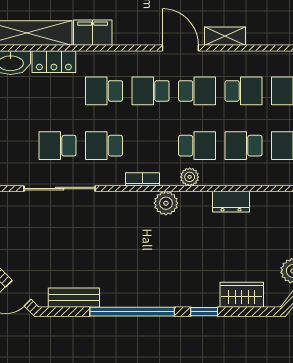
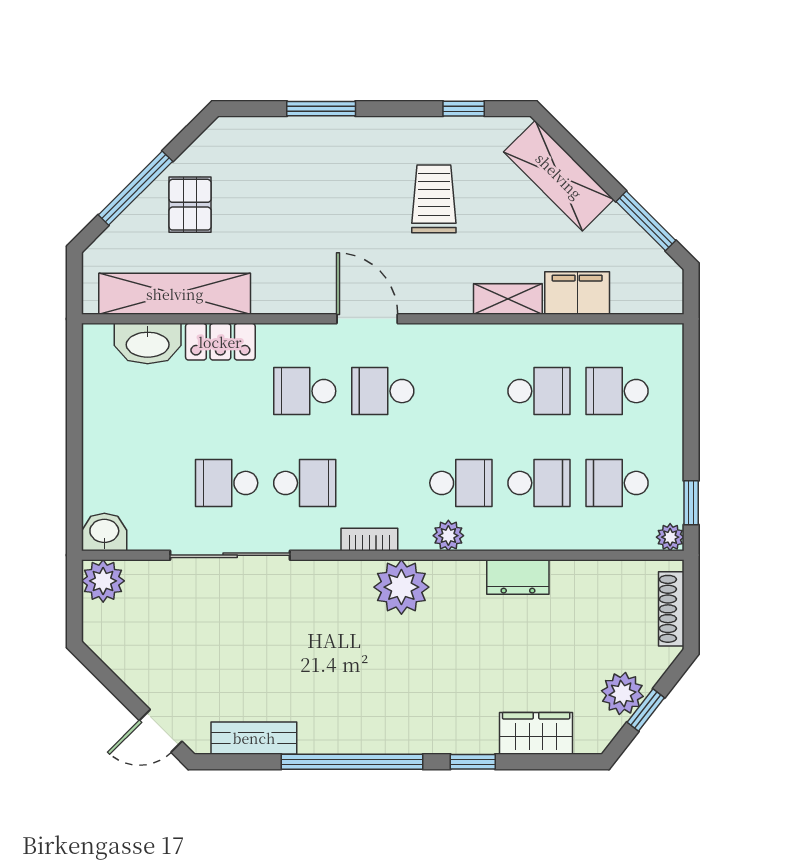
filing cabinet: (93, 33) -> (577, 293), moved
door: (180, 48) -> (367, 319), moved
school desk: (197, 91) -> (461, 391), removed
school desk: (104, 146) -> (305, 483), turned 180
school desk: (244, 146) -> (539, 483), turned 180
plant: (166, 203) -> (401, 587), width x1.36, depth x1.36

